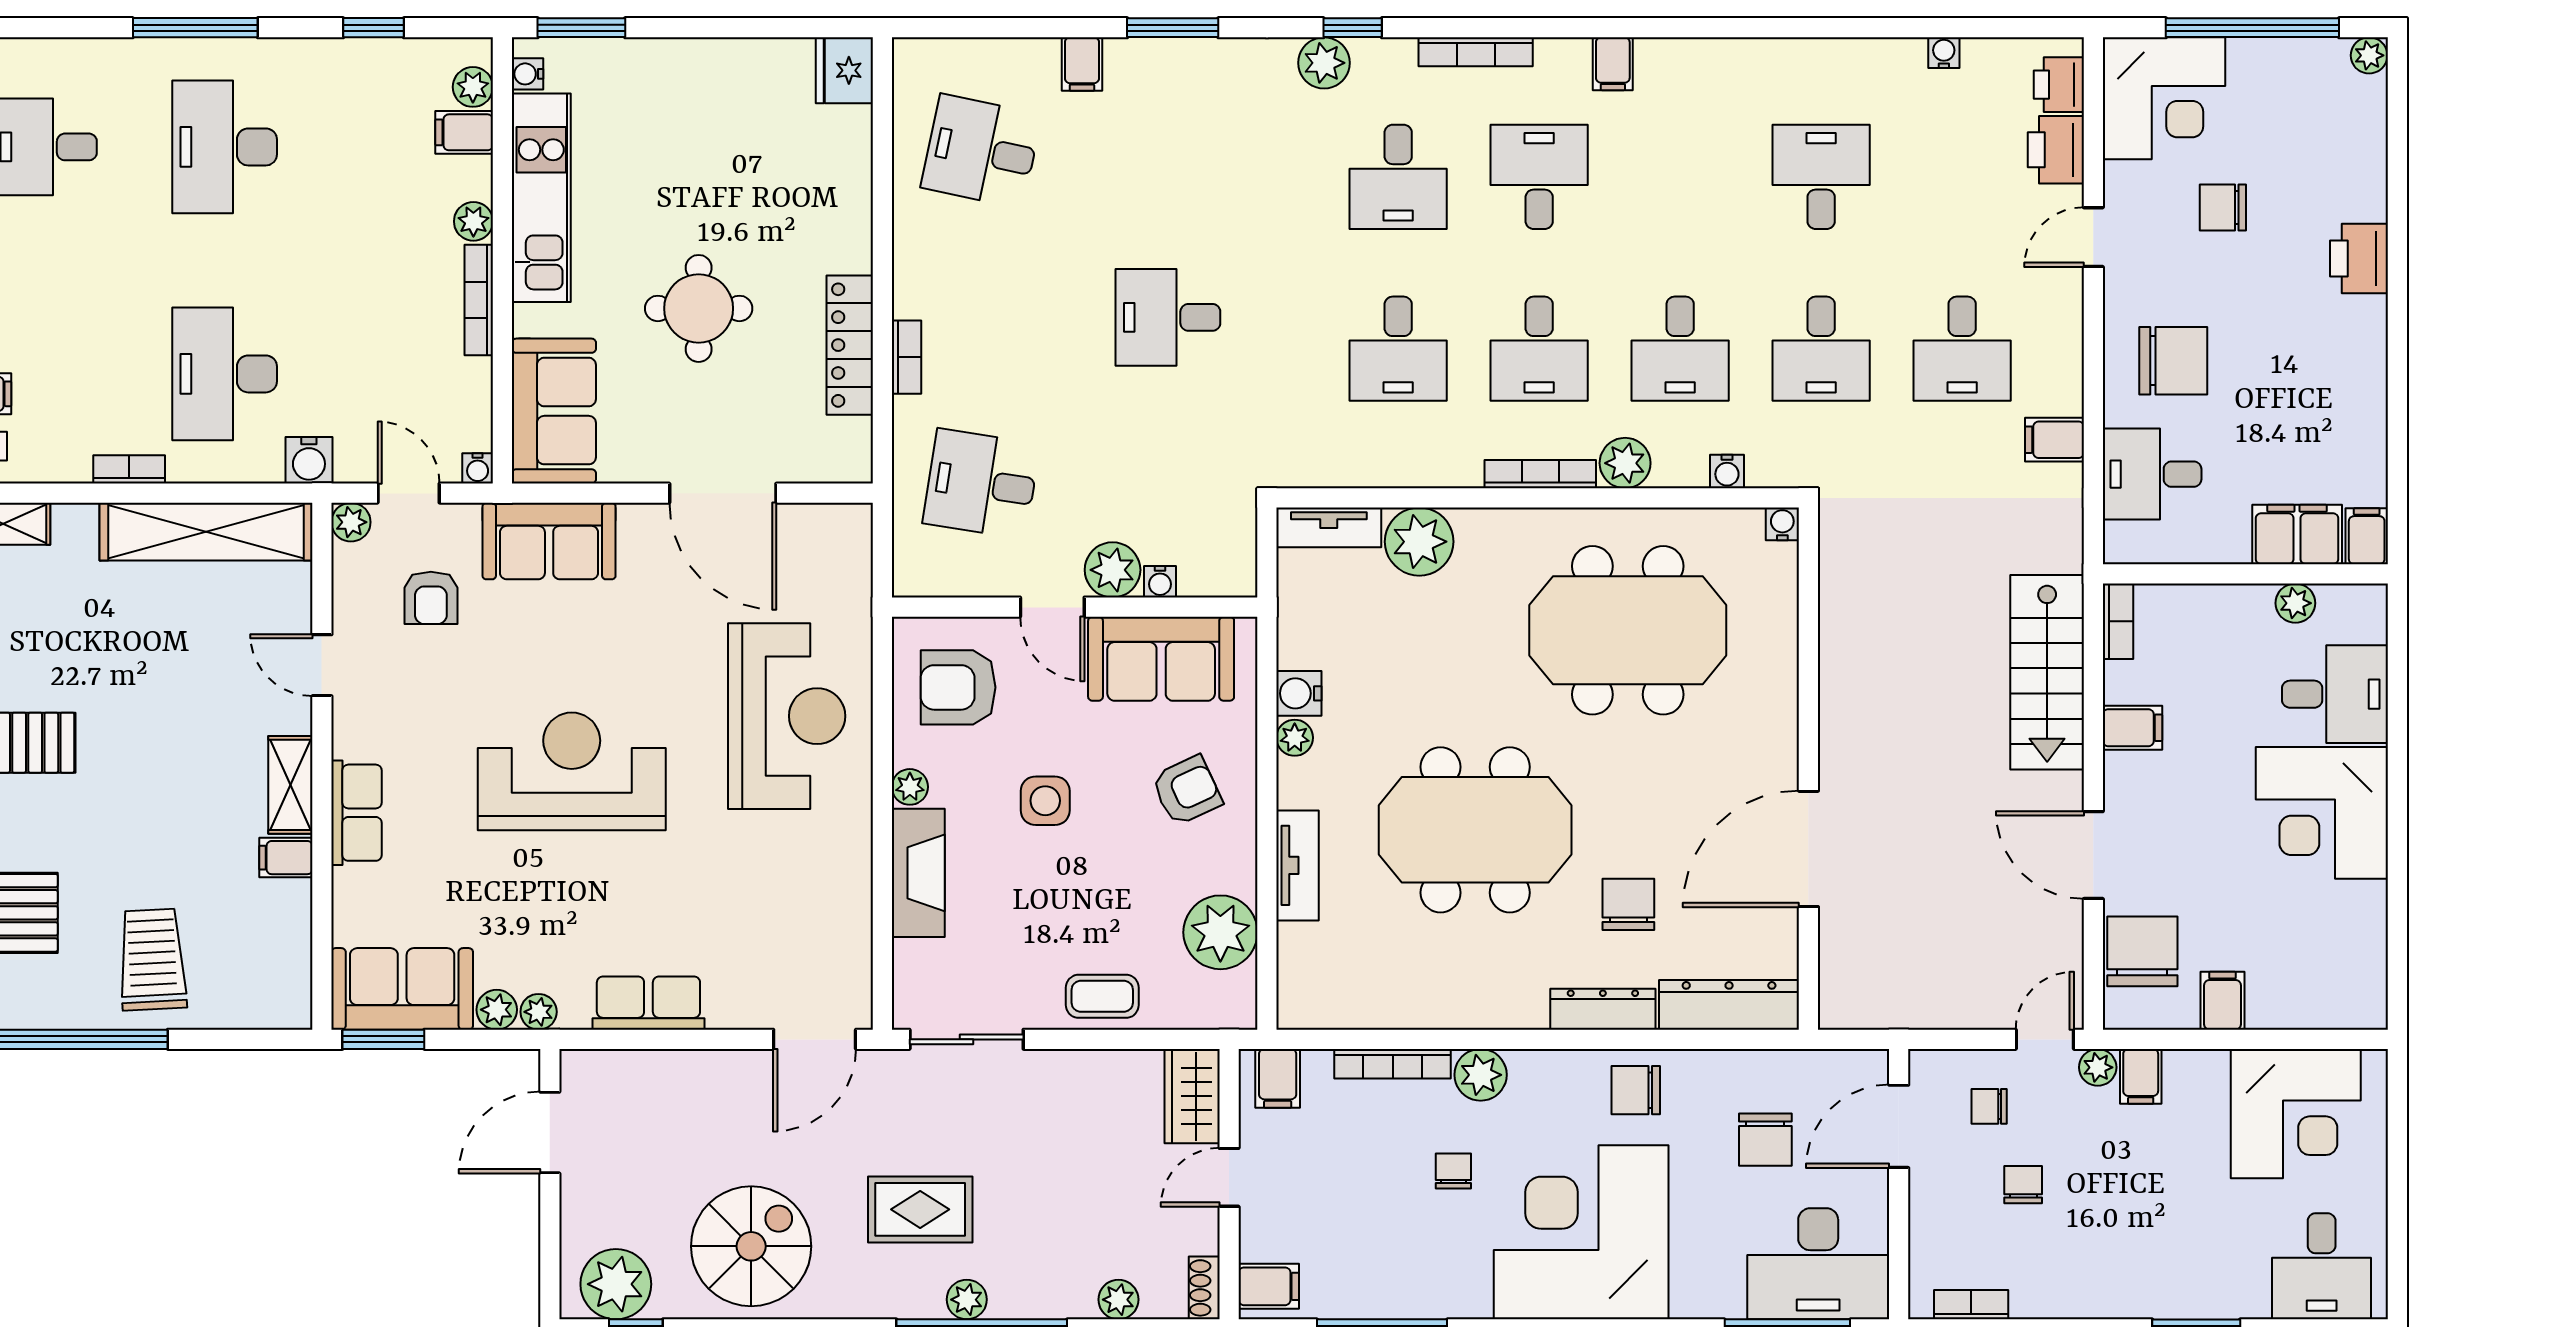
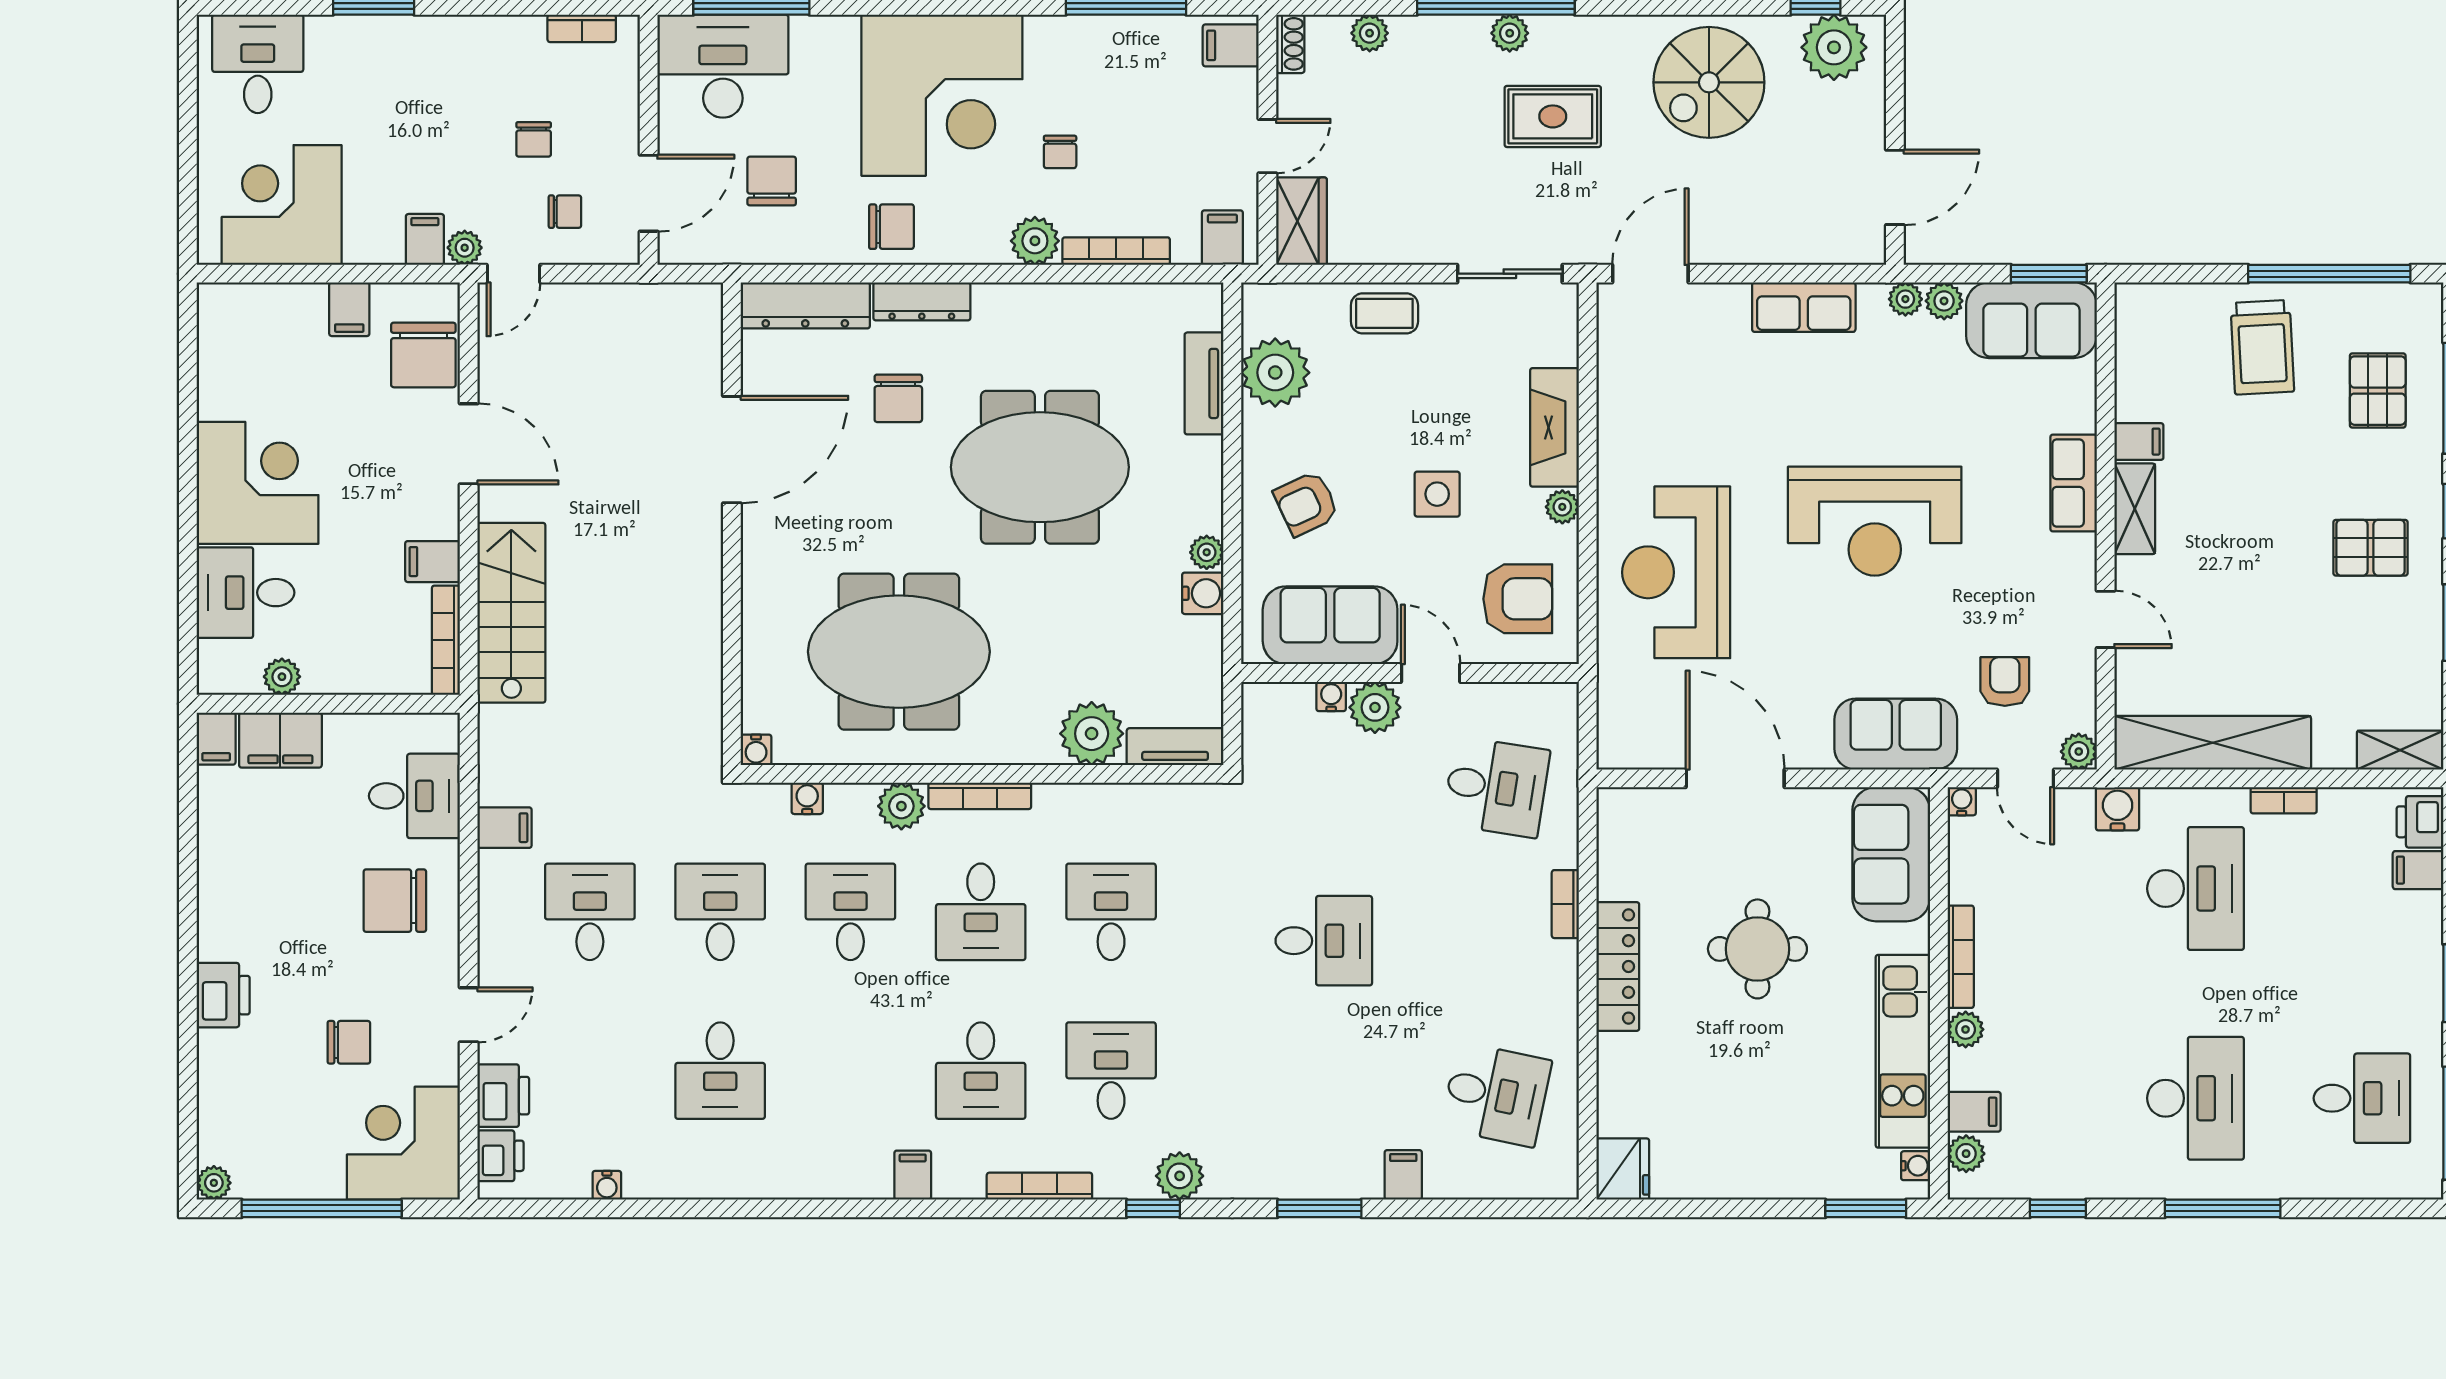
locker: (850, 345) -> (1618, 967), moved
desk: (1539, 349) -> (981, 912), turned 180
bookcase: (2118, 621) -> (446, 640), width x1.56
tv unit: (1298, 865) -> (1204, 383), moved

